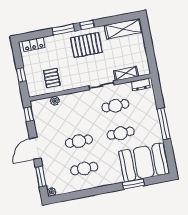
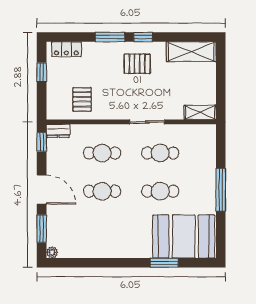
pallet: (86, 45) -> (137, 64), width x0.67, depth x0.71
shelving: (126, 74) -> (200, 112), moved
window: (21, 75) -> (42, 72), moved
dresser: (141, 84) -> (58, 131), moved
plant: (55, 101) -> (80, 131), removed
door: (35, 148) -> (42, 190), swing flipped
cafe table: (84, 169) -> (102, 153), moved

